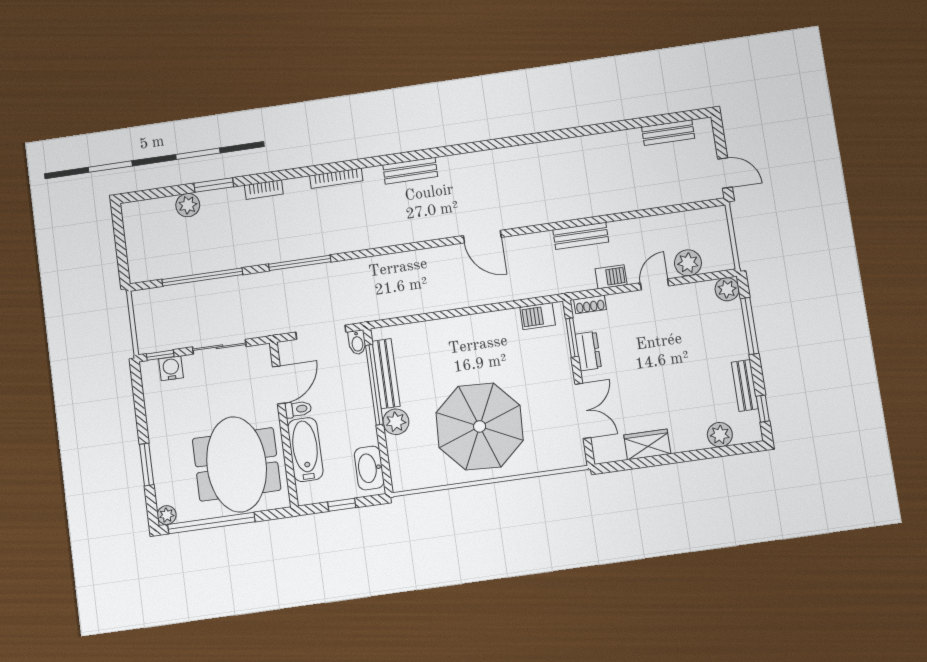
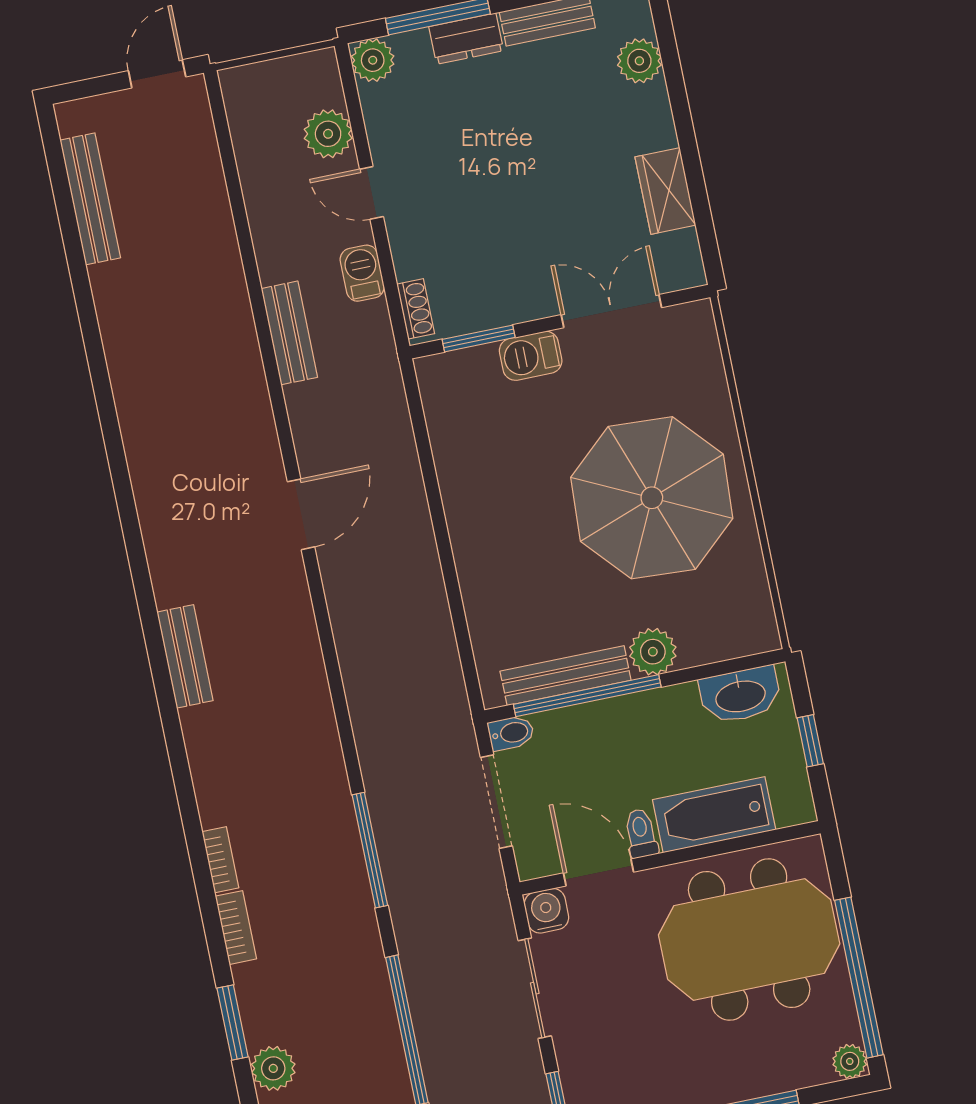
bench: (668, 133) -> (90, 199), width x1.36
bookcase: (336, 178) -> (220, 860), moved, width x0.64
barbecue: (538, 316) -> (531, 356), moved, turned 90
dresser: (588, 351) -> (466, 39), moved, turned 180
water cooler: (171, 368) -> (546, 911), moved, turned 90

